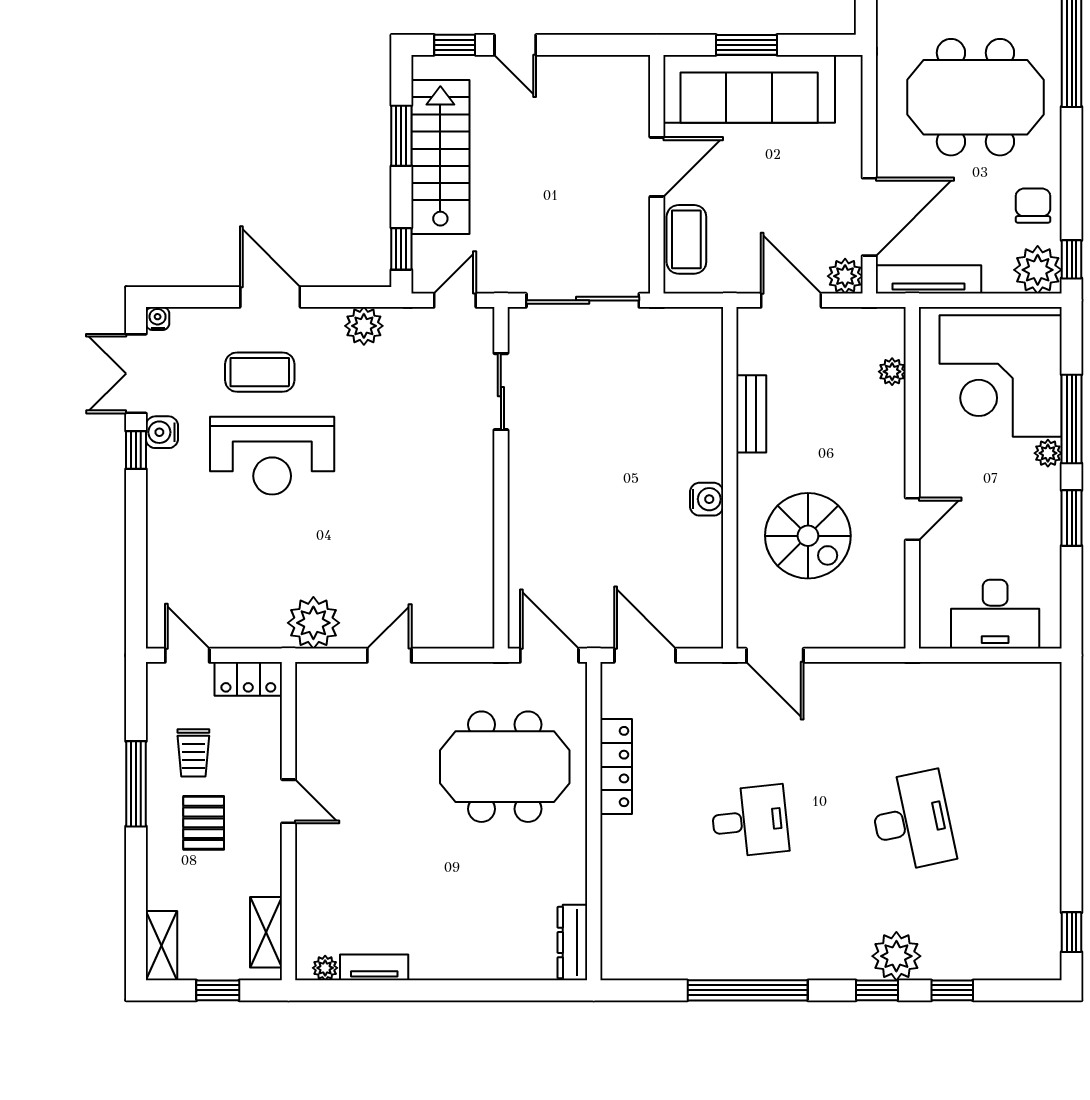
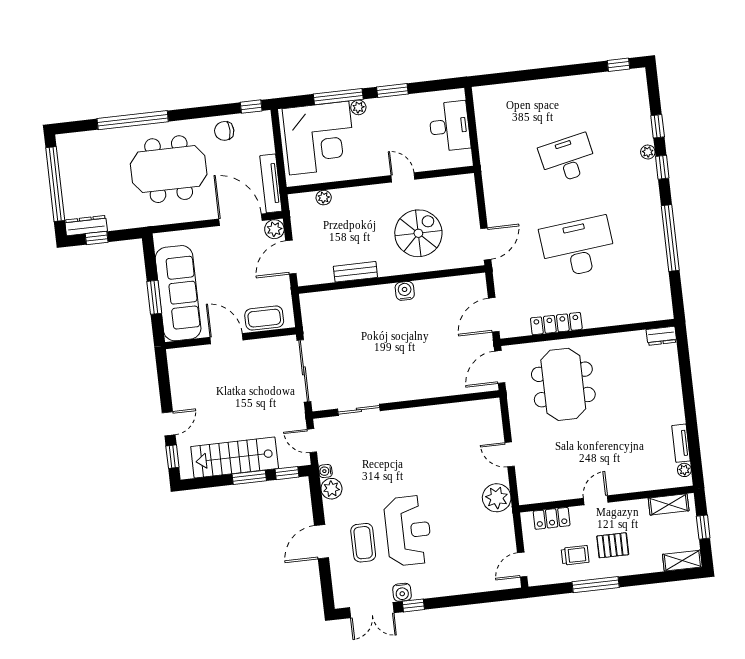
meeting table: (975, 97) -> (169, 169), turned 90
window: (401, 136) -> (249, 477), moved
plant: (1038, 270) -> (259, 124), removed
water cooler: (158, 319) -> (325, 471), moved
locker: (248, 679) -> (552, 518), moved, turned 90
desk: (750, 821) -> (578, 247), width x1.87, depth x1.30
dresser: (572, 943) -> (661, 336), width x0.70
plant: (896, 956) -> (648, 152), width x0.53, depth x0.53

